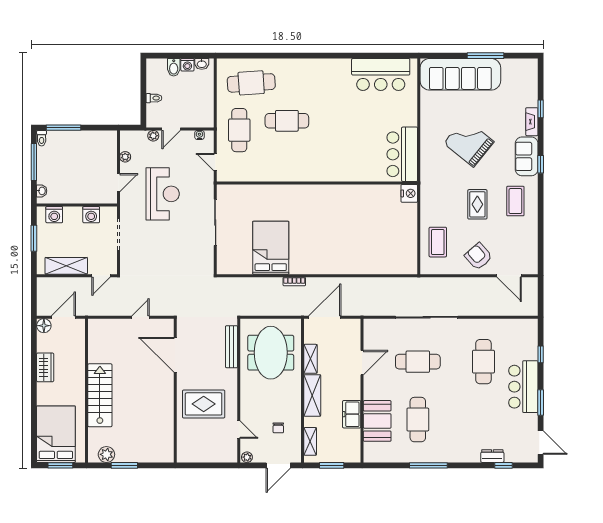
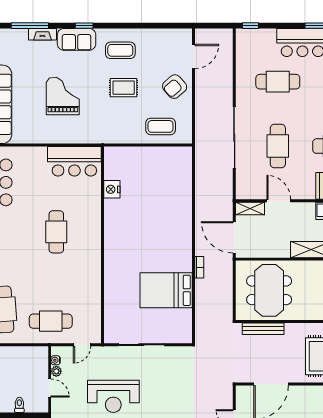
window: (541, 109) -> (30, 26), width x2.17
cafe table: (287, 121) -> (56, 232), moved
plant: (153, 136) -> (56, 371), moved
grand piano: (469, 142) -> (63, 96), turned 141
nightstand: (409, 193) -> (112, 189), moved, turned -90
reception desk: (163, 194) -> (113, 396), turned 180
meeting table: (271, 353) -> (269, 290), turned 90
window: (541, 354) -> (251, 26), moved
shelving: (310, 359) -> (250, 209), moved

